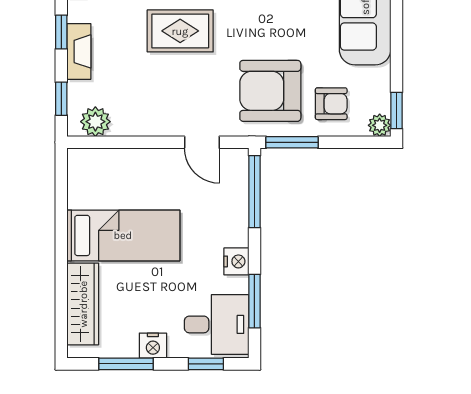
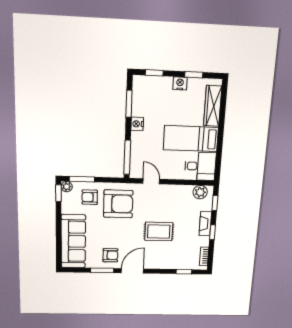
window: (292, 142) -> (82, 179), moved
desk: (217, 324) -> (200, 166), moved, turned 180
window: (126, 364) -> (194, 75), width x0.67

